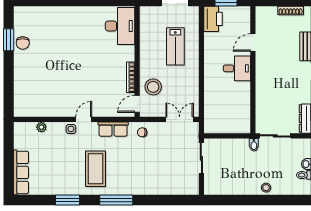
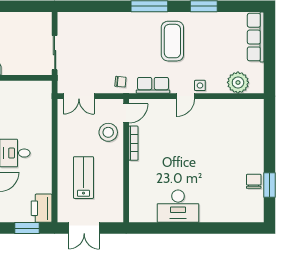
desk: (120, 26) -> (178, 206), moved, turned -90
plant: (41, 127) -> (238, 82), width x1.88, depth x1.88

